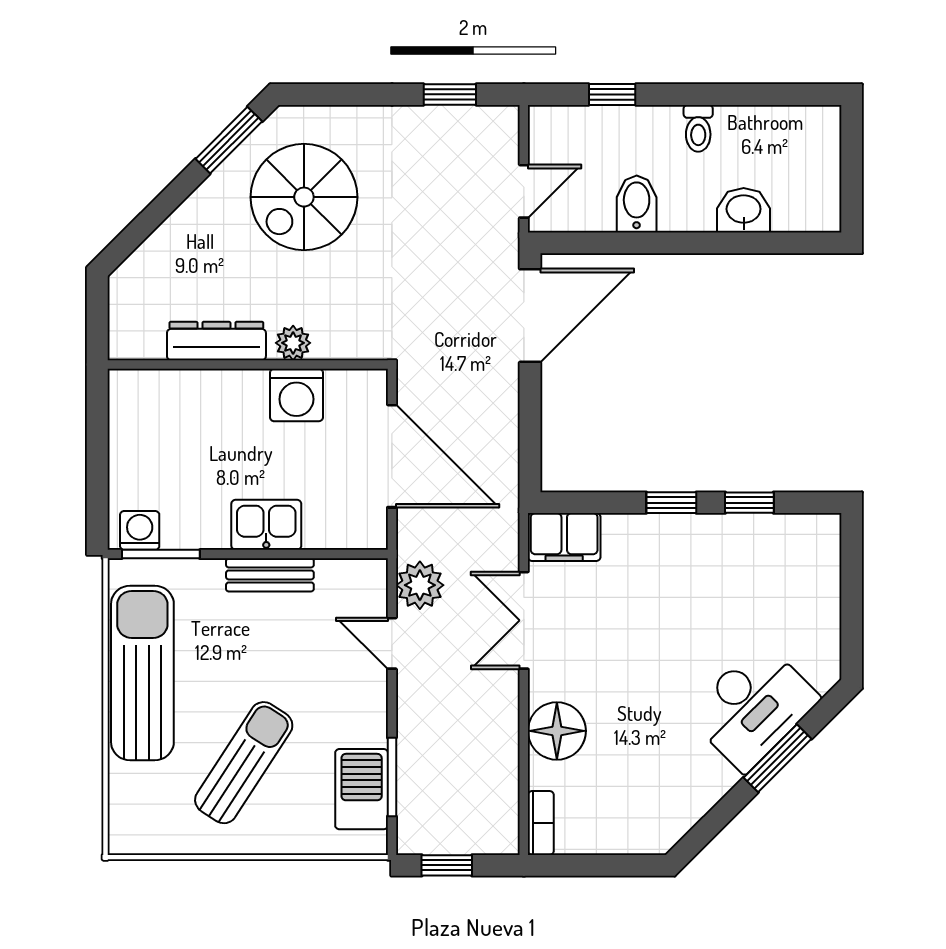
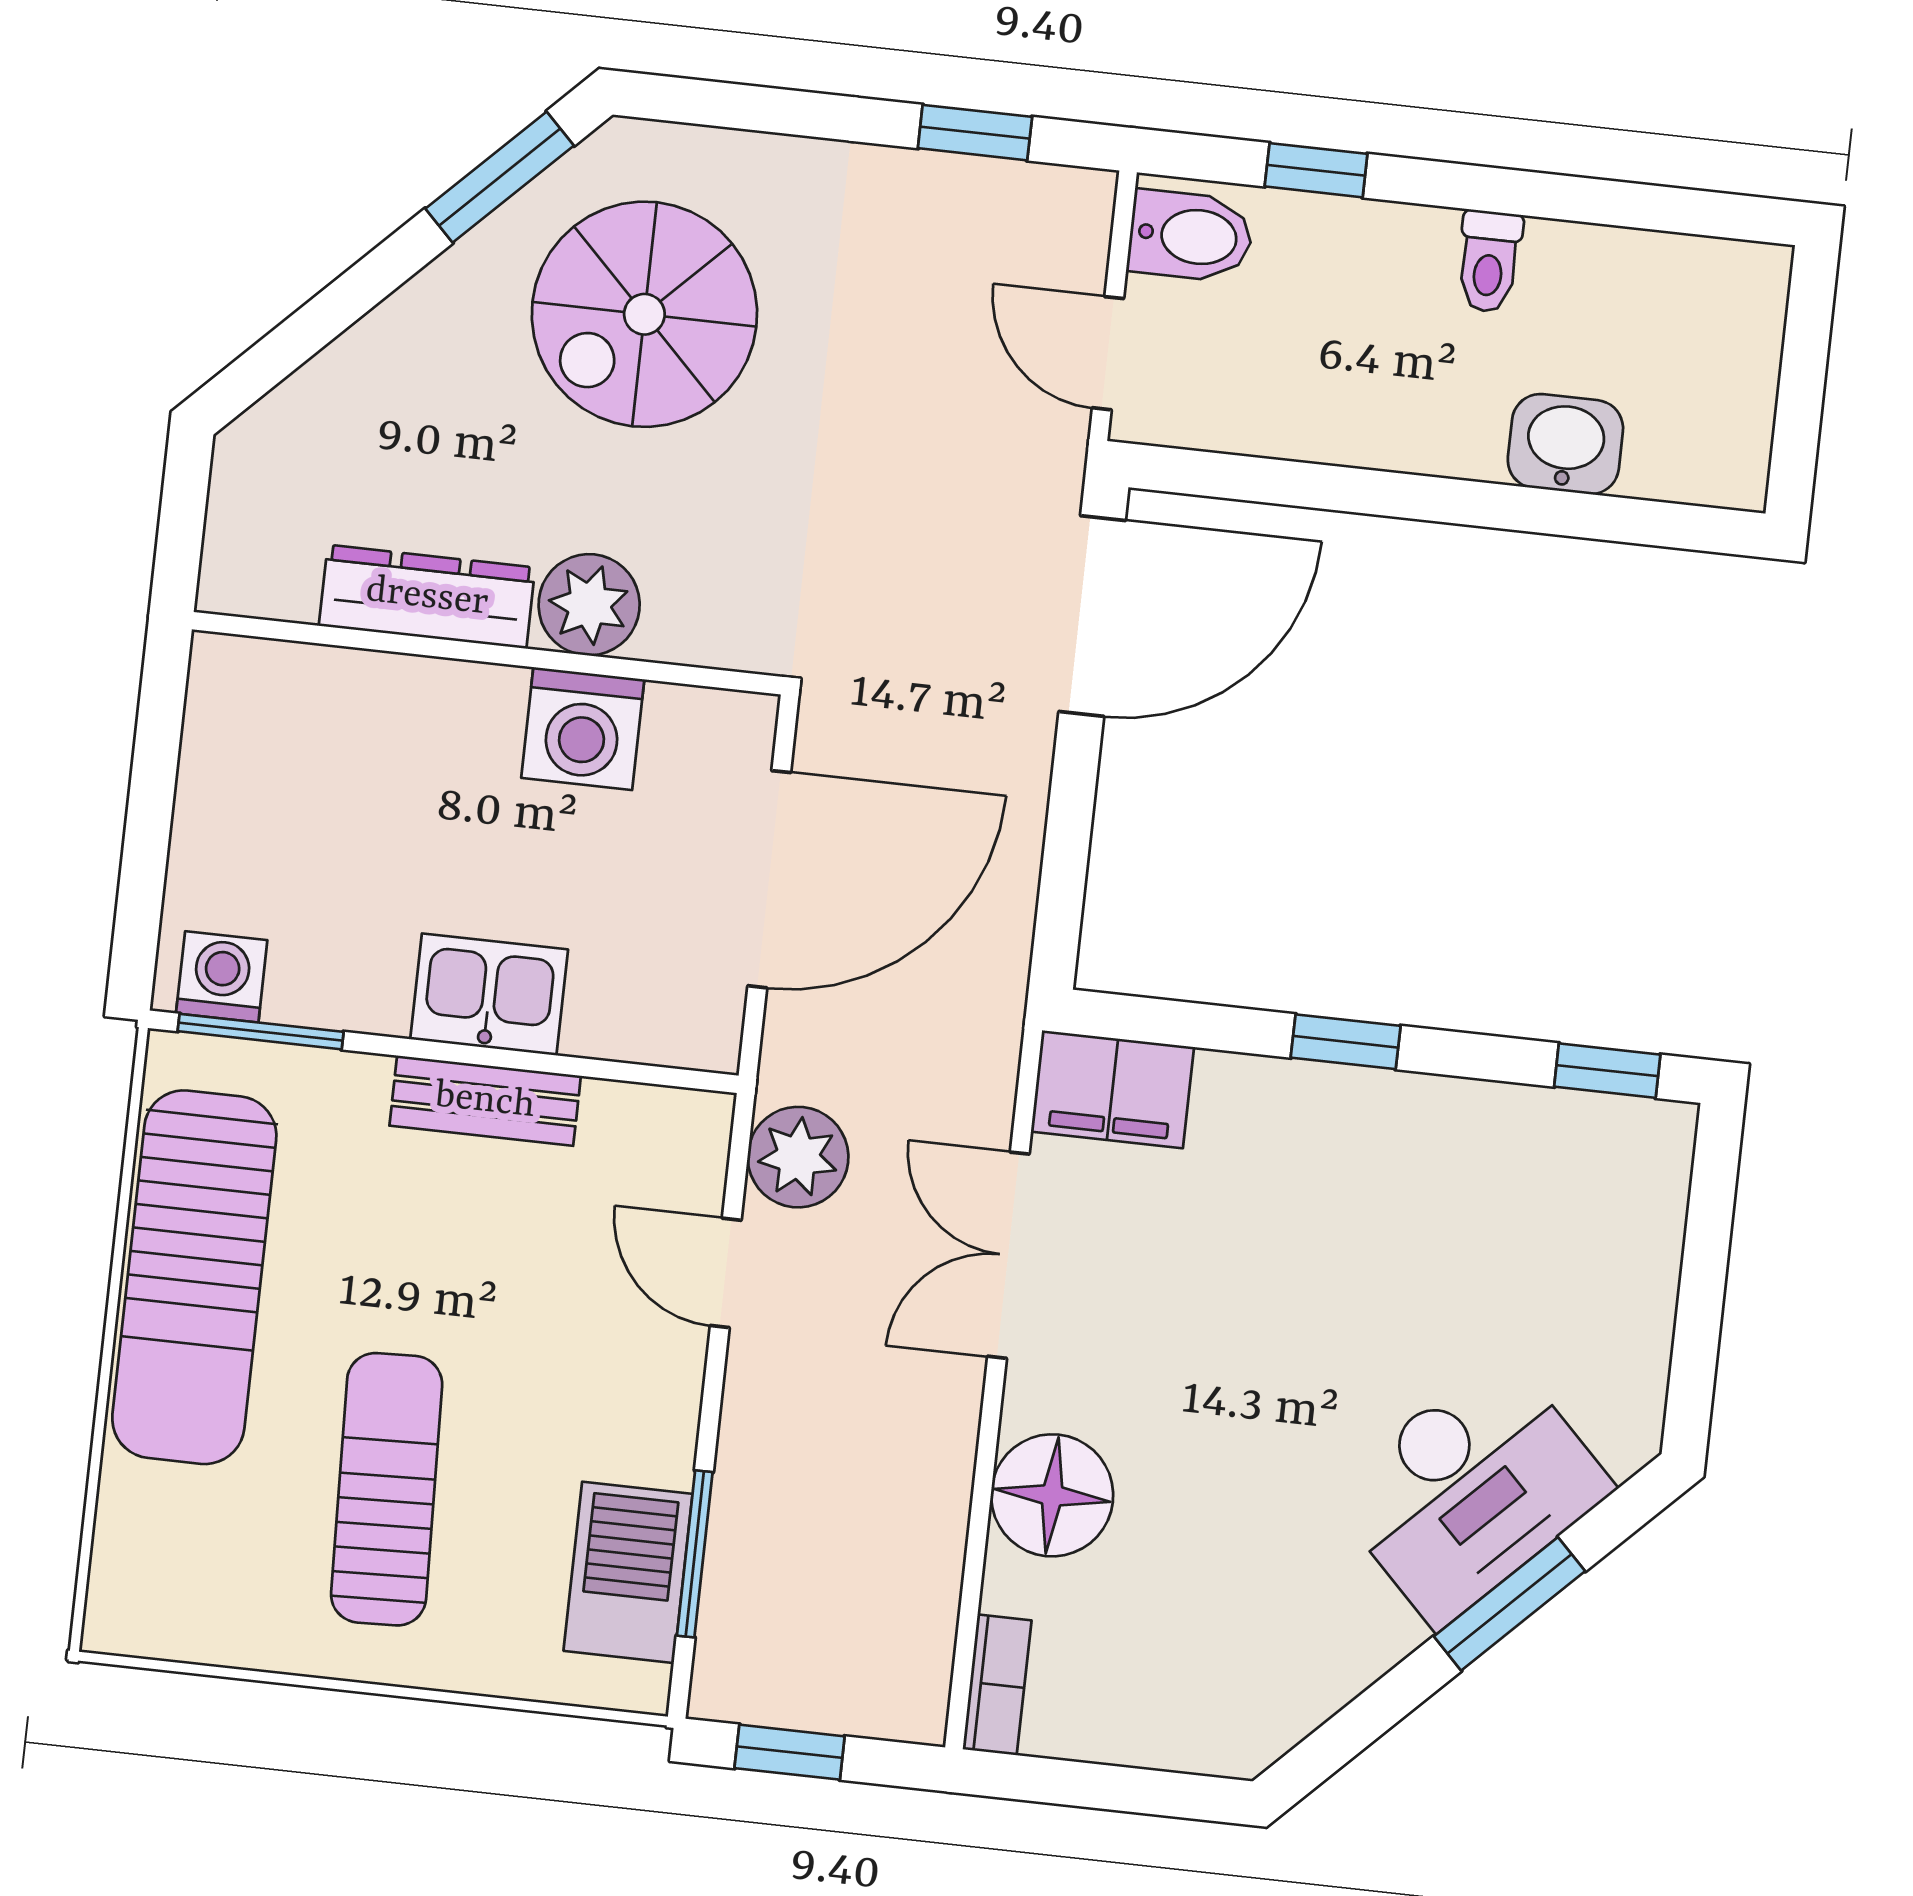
door: (524, 191) -> (1108, 353), swing flipped
bidet: (637, 204) -> (1191, 236), moved, turned 90
plant: (293, 343) -> (589, 605), width x1.38, depth x1.38
door: (392, 456) -> (769, 879), hinge flipped
window: (749, 503) -> (1607, 1071), moved
sun lounger: (142, 673) -> (194, 1277), turned 180
sun lounger: (244, 763) -> (387, 1489), turned -35

